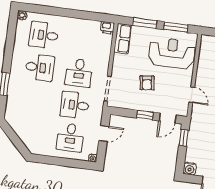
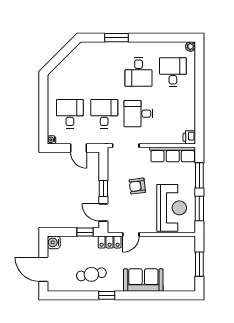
row of seats: (123, 39) -> (173, 155), width x1.48
locker: (196, 116) -> (110, 242), added
desk: (70, 137) -> (70, 114), turned 90

